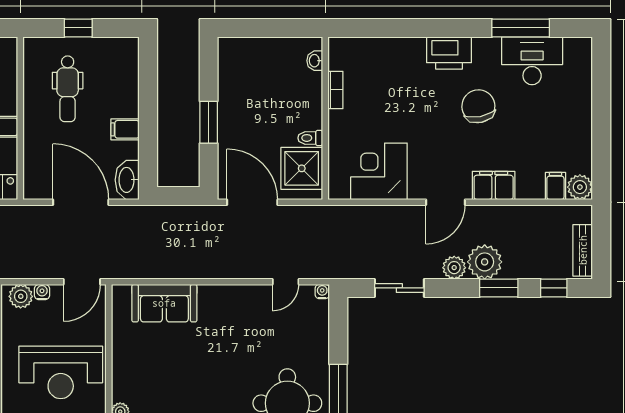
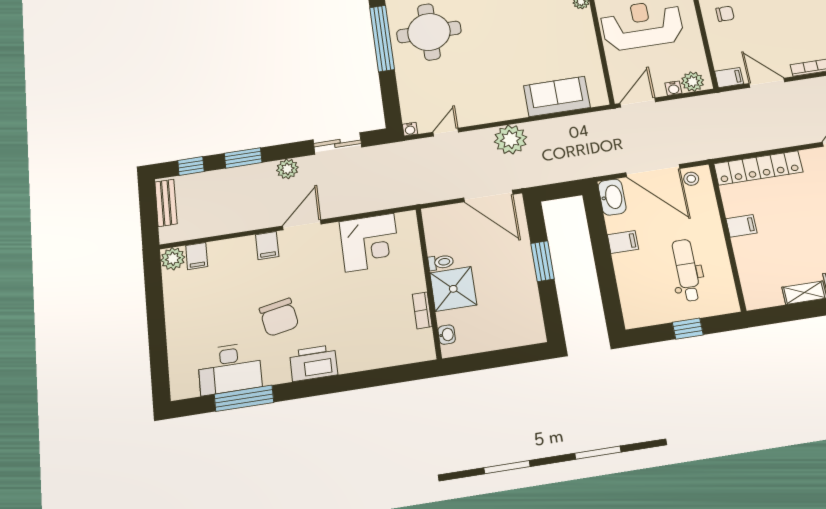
shower: (302, 168) -> (453, 289), moved
filing cabinet: (494, 185) -> (267, 246), width x0.50
stool: (44, 187) -> (691, 179), added
plant: (485, 262) -> (510, 139), moved

